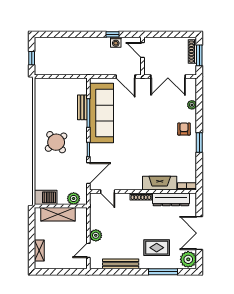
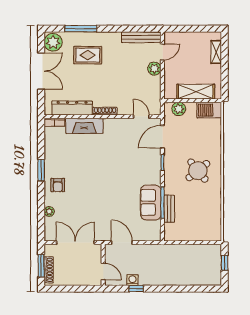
sofa: (102, 113) -> (151, 203), width x0.54, depth x0.79
bench: (121, 264) -> (141, 37), moved

